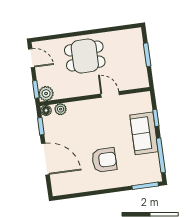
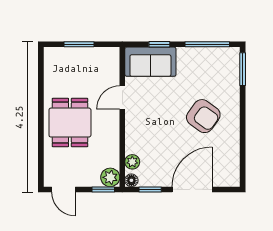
door: (32, 58) -> (63, 189), swing flipped
sofa: (144, 133) -> (150, 62), moved
armchair: (104, 160) -> (203, 116), turned 126

